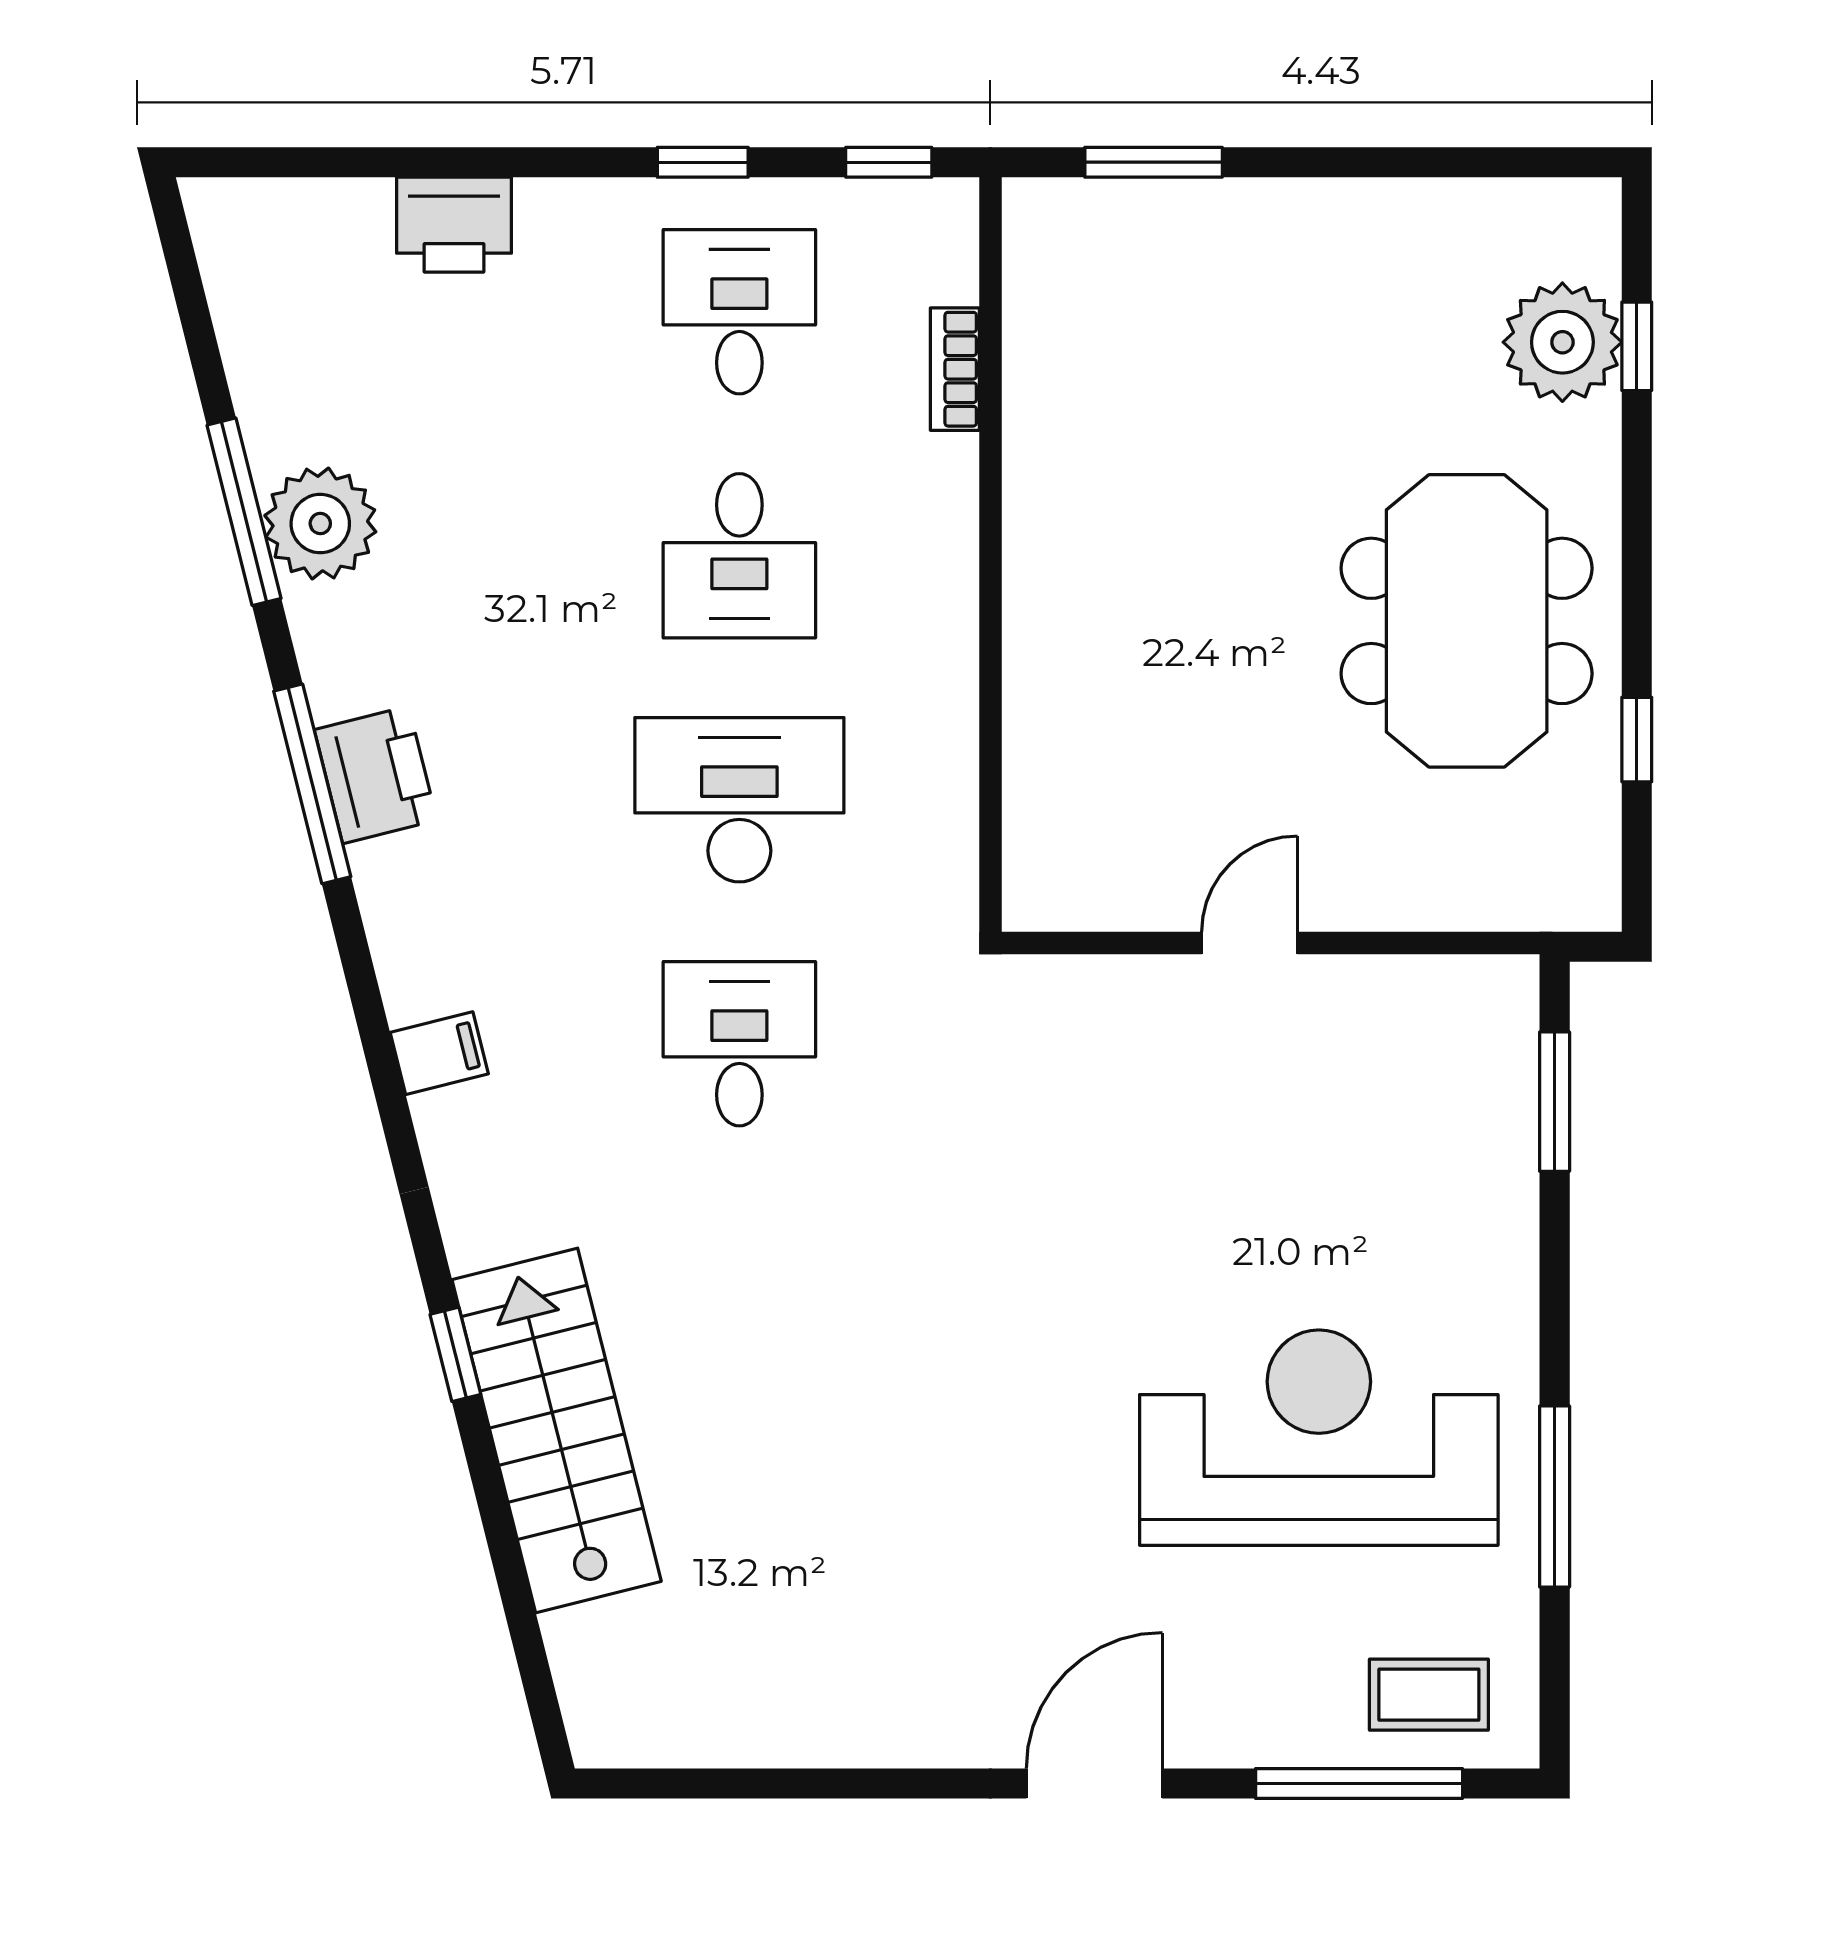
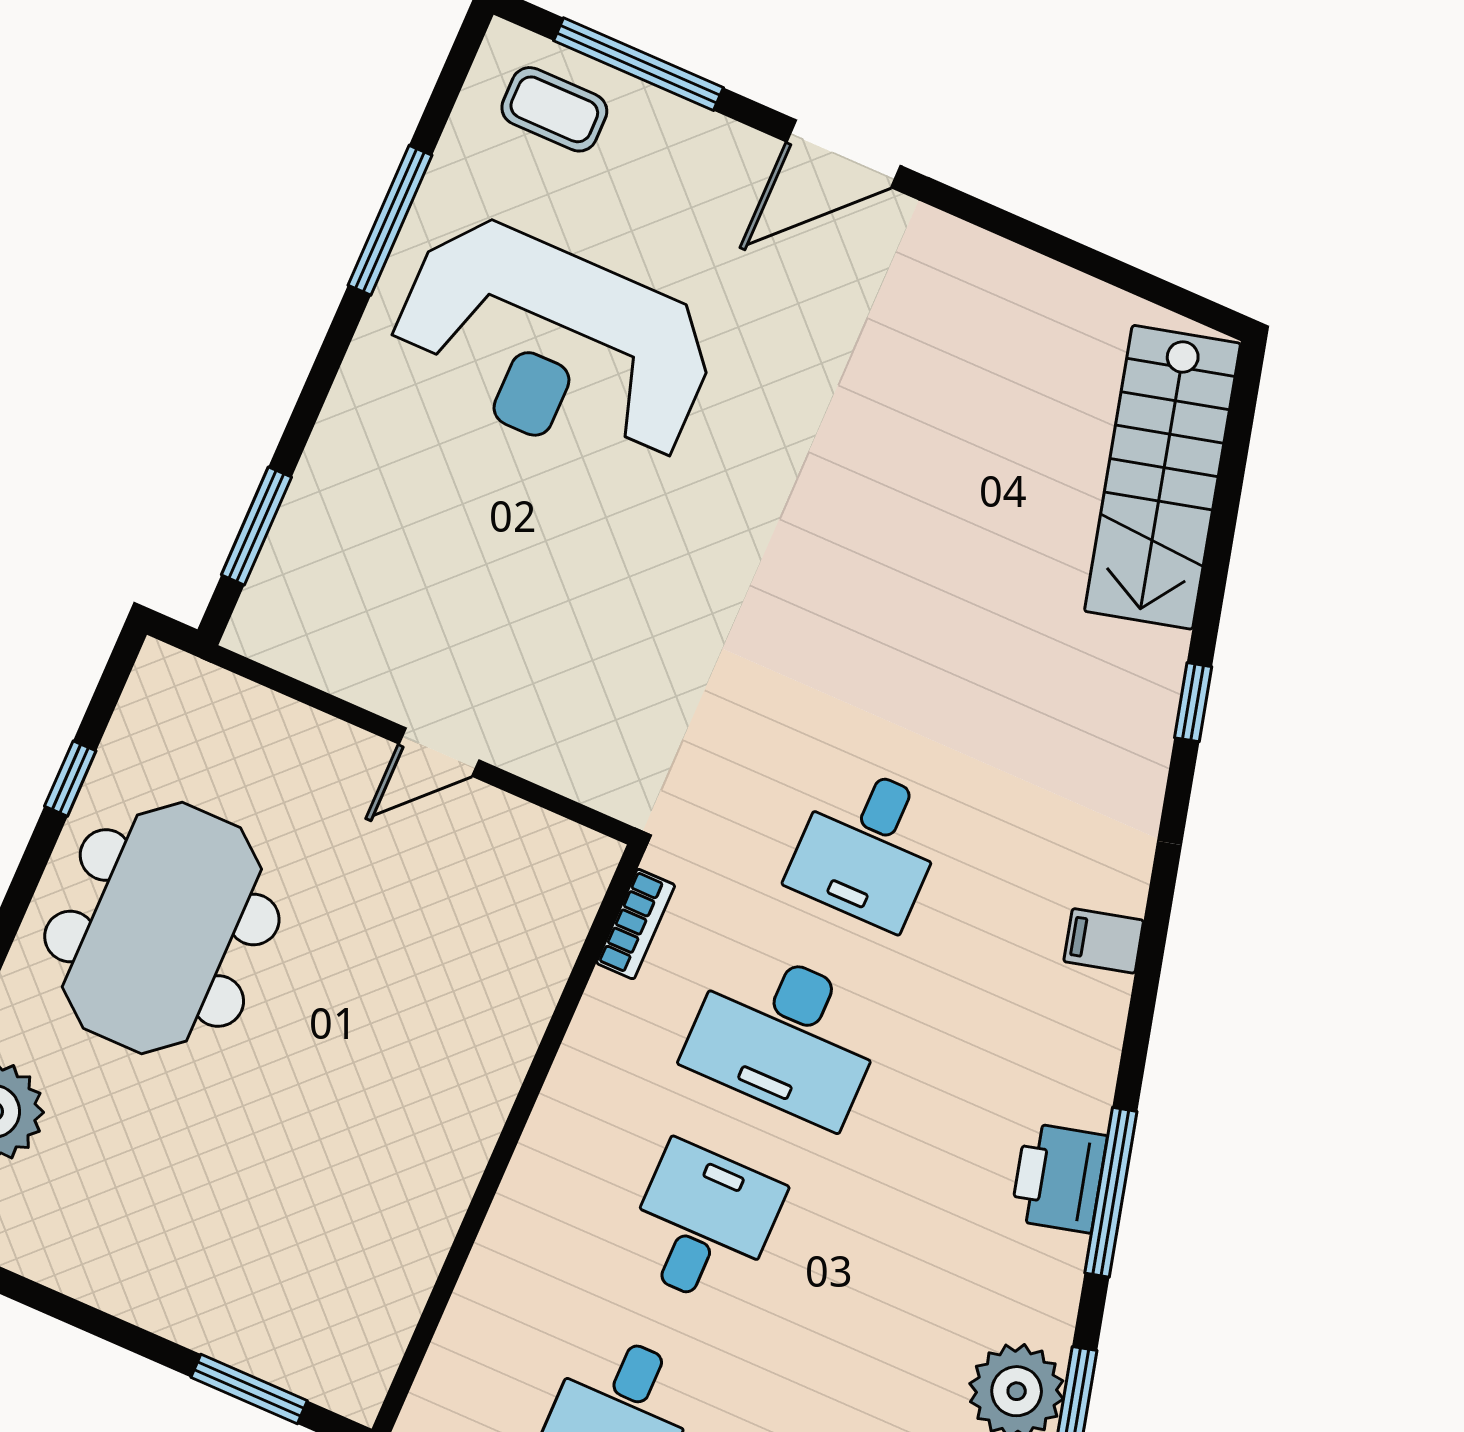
bookcase: (955, 369) -> (636, 924), moved
stairs: (557, 1430) -> (1162, 477), moved

